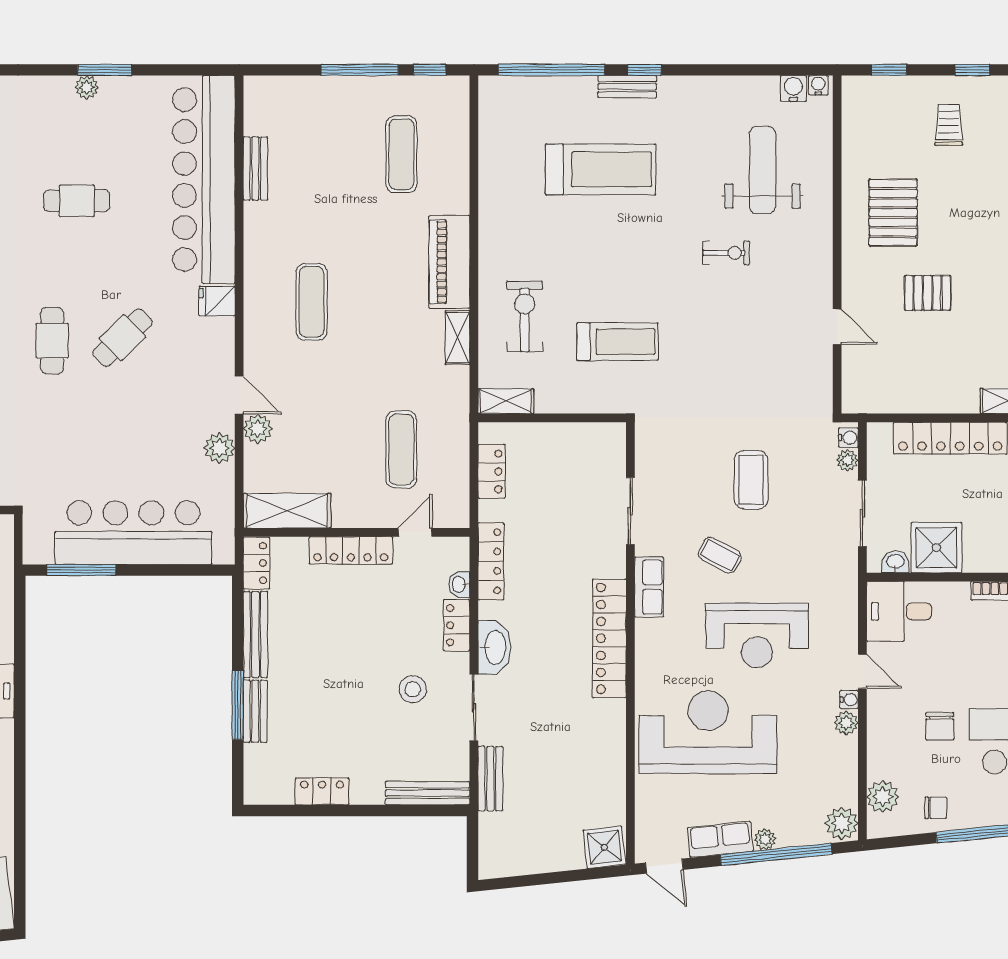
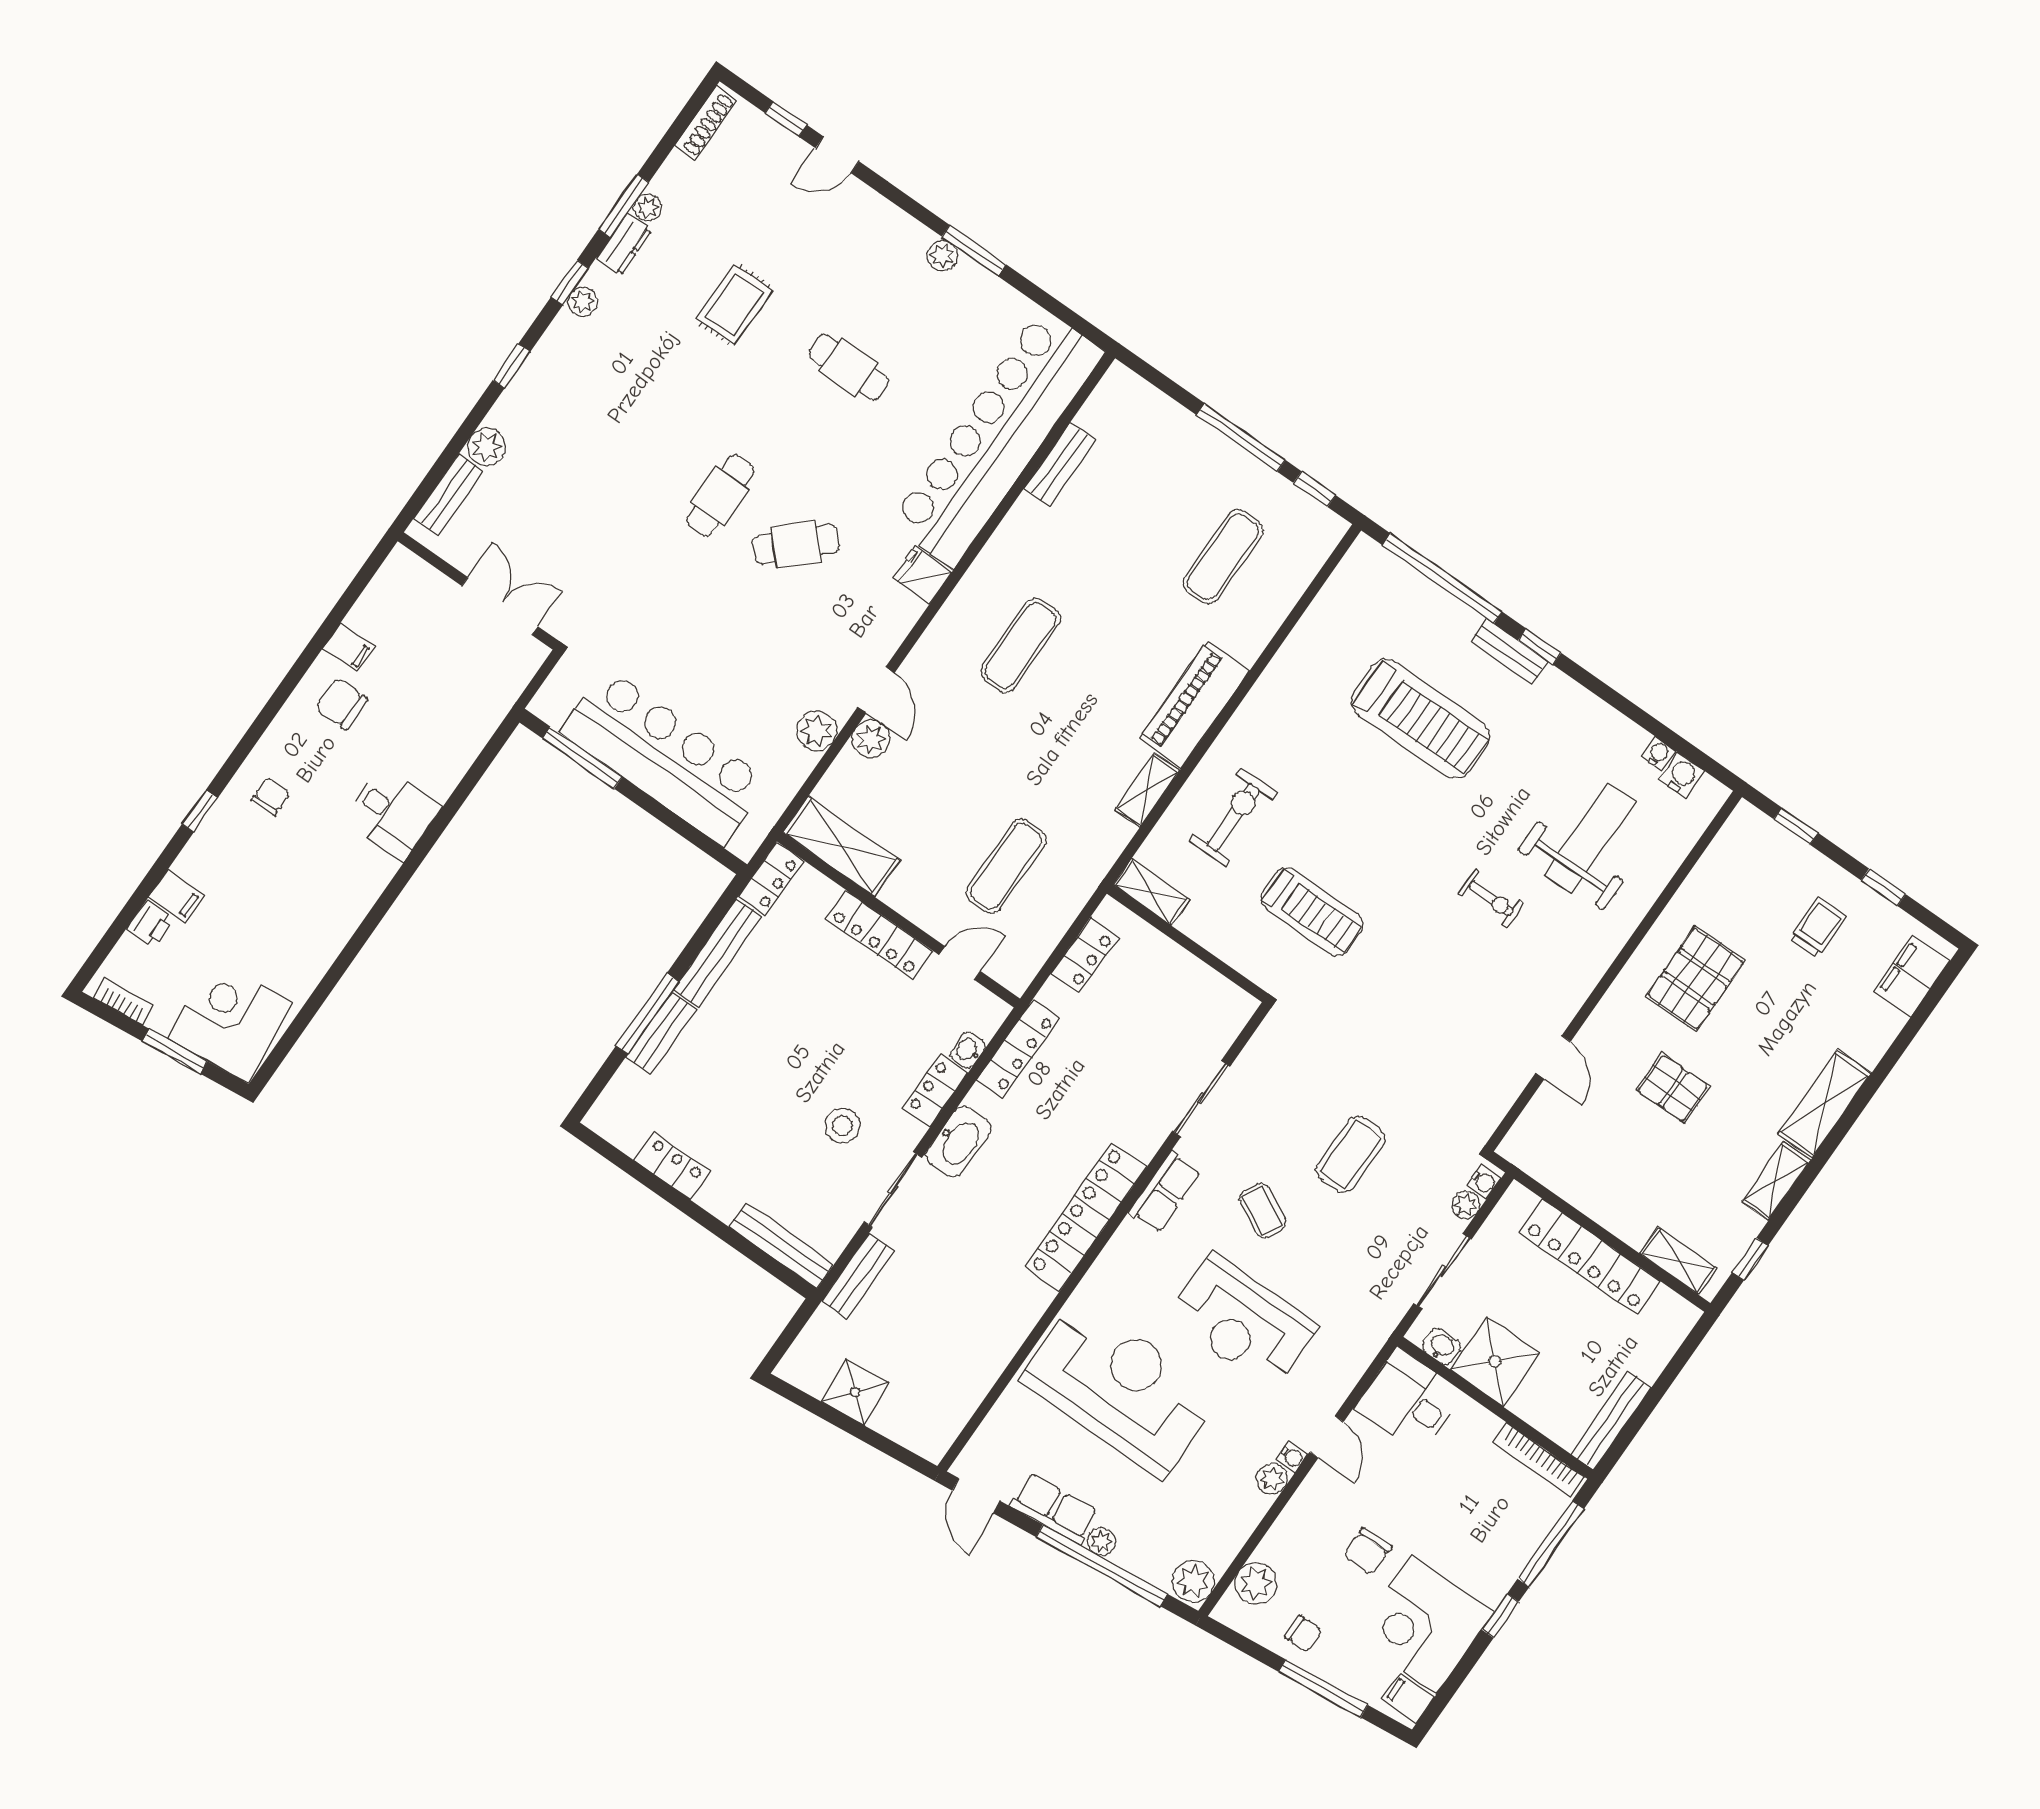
water cooler: (818, 85) -> (1658, 754), moved
shower: (604, 847) -> (855, 1392), moved

